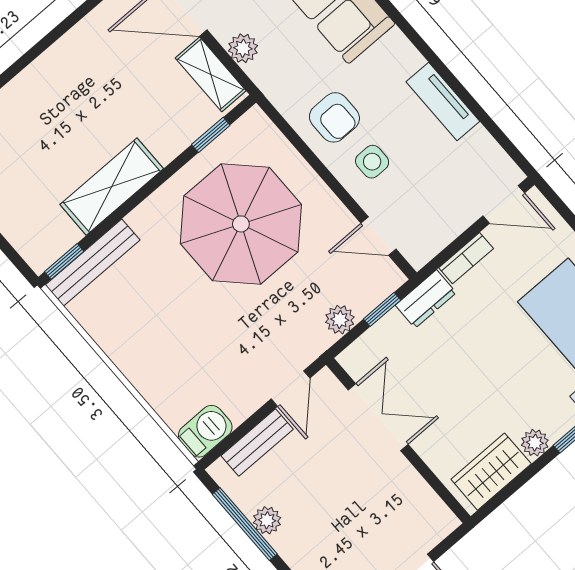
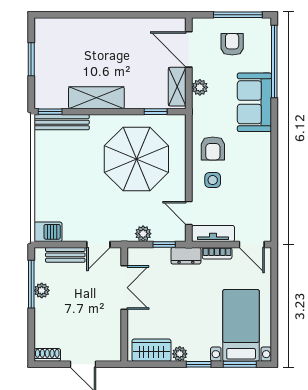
tv unit: (443, 102) -> (213, 234), moved, turned 90

